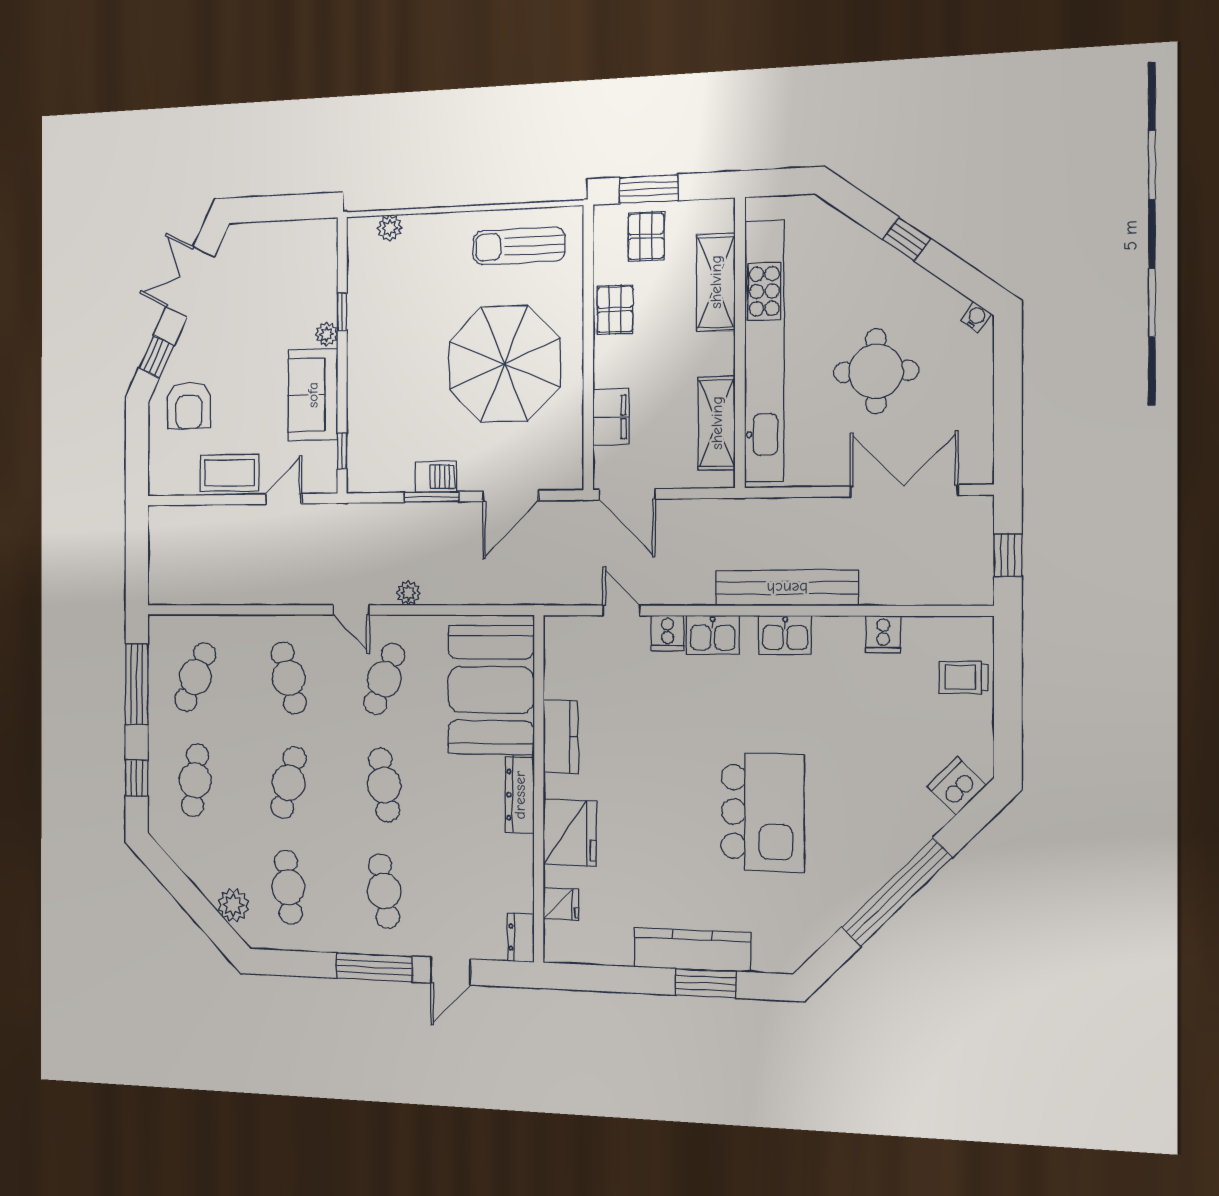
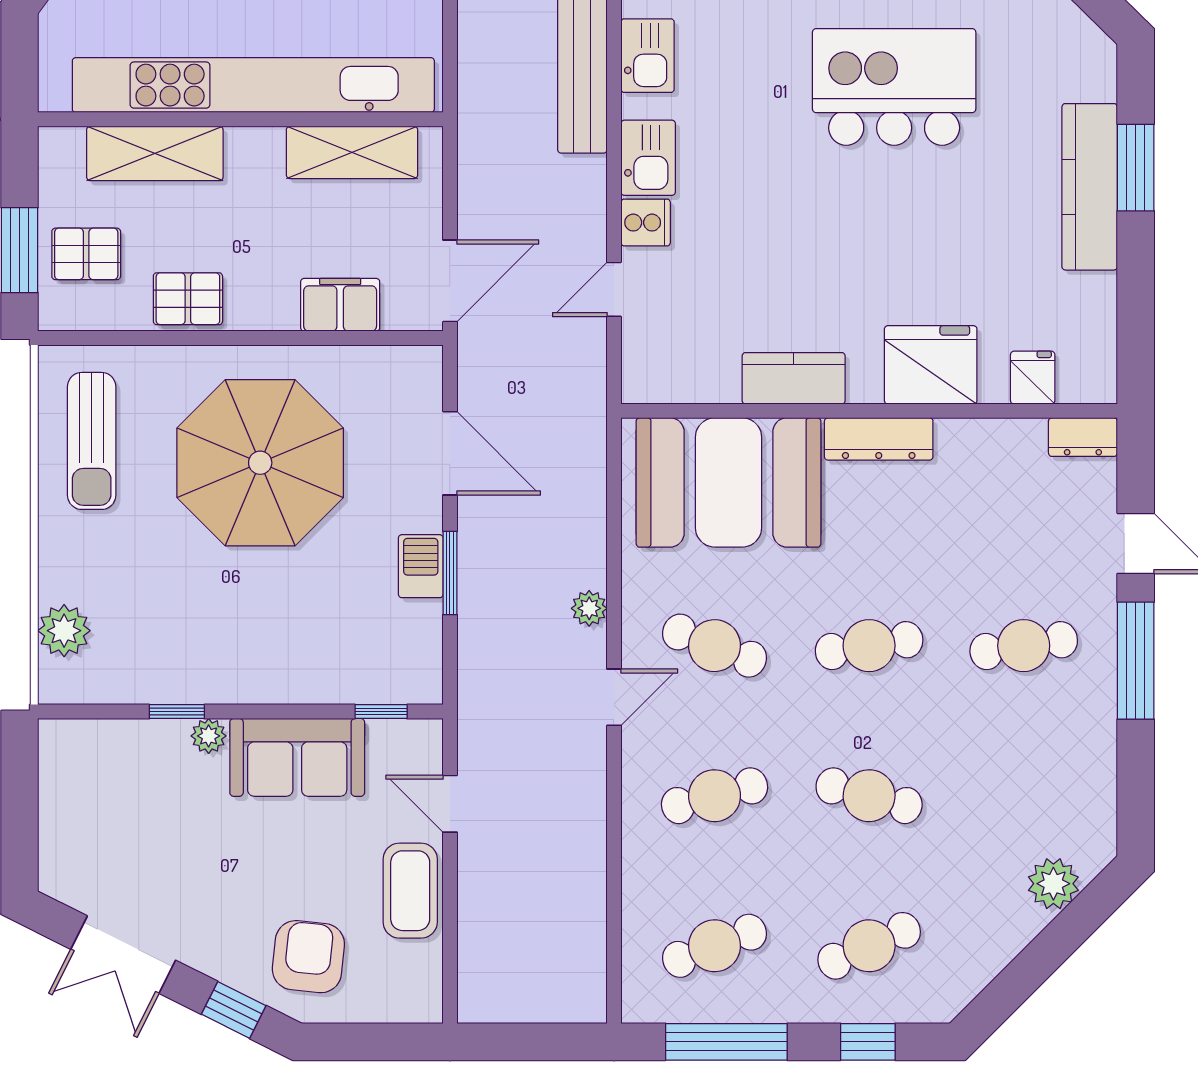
plant: (390, 228) -> (64, 631), width x1.38, depth x1.38
armchair: (189, 406) -> (308, 957), turned -84
cafe table: (195, 677) -> (715, 946), turned -45
cafe table: (195, 780) -> (869, 946), turned -30
cafe table: (288, 887) -> (1024, 796), removed

